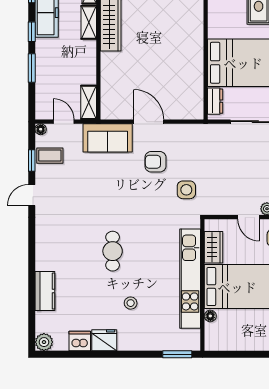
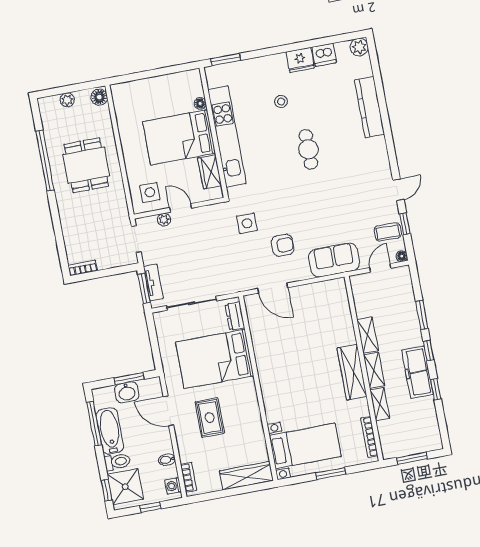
shelving: (89, 102) -> (368, 335), moved
door: (64, 122) -> (380, 268), swing flipped
door: (149, 122) -> (273, 288), moved
kitchen counter: (45, 291) -> (370, 107), width x1.50

